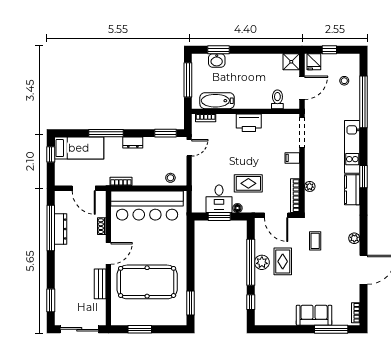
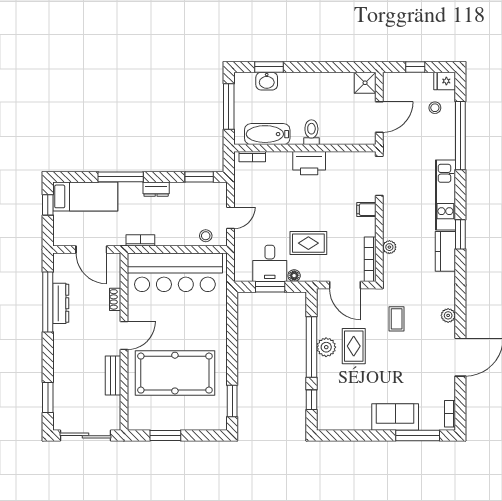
fridge: (314, 62) -> (445, 81), moved, turned 90
toilet: (277, 99) -> (311, 132), moved
door: (189, 148) -> (230, 218), moved

